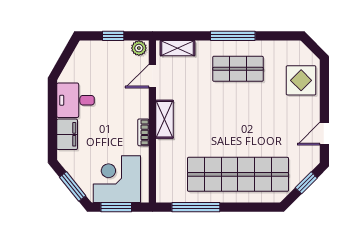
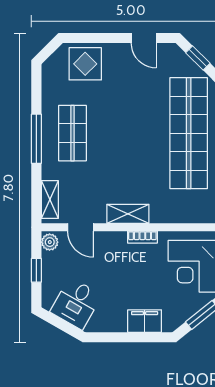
desk: (76, 100) -> (76, 303), moved, turned 30

